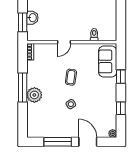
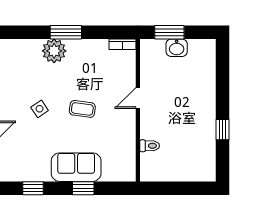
door: (64, 42) -> (138, 98), hinge flipped
sofa: (108, 61) -> (76, 167), moved
window: (23, 88) -> (66, 32), width x0.69

